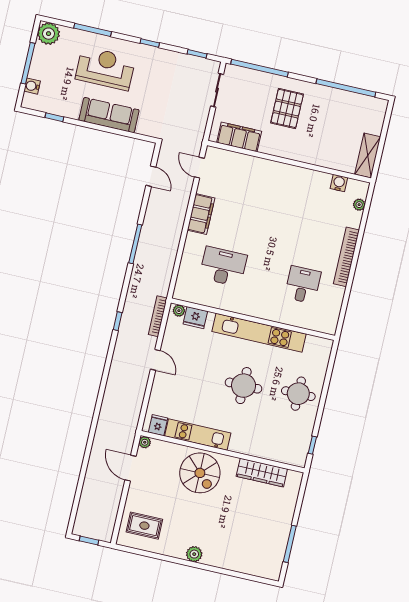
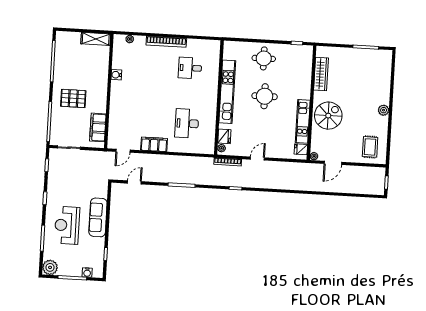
water cooler: (339, 183) -> (116, 75), moved

